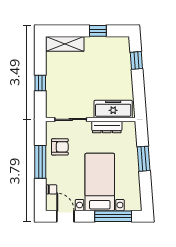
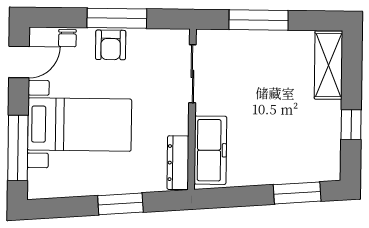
window: (136, 60) -> (297, 193), width x1.50
window: (40, 83) -> (259, 20), width x2.17
dresser: (107, 127) -> (178, 163), moved
armchair: (60, 147) -> (111, 45), moved

